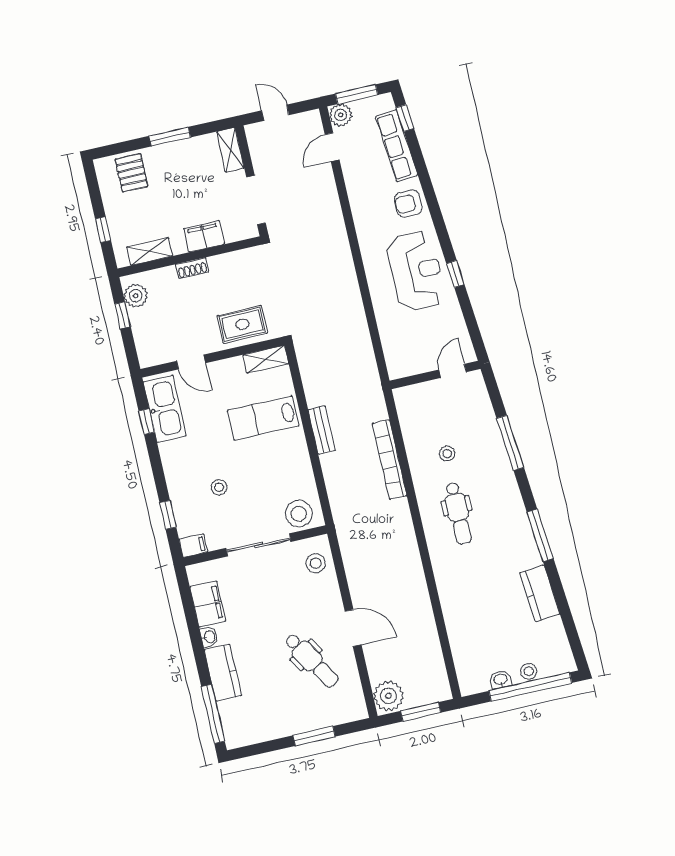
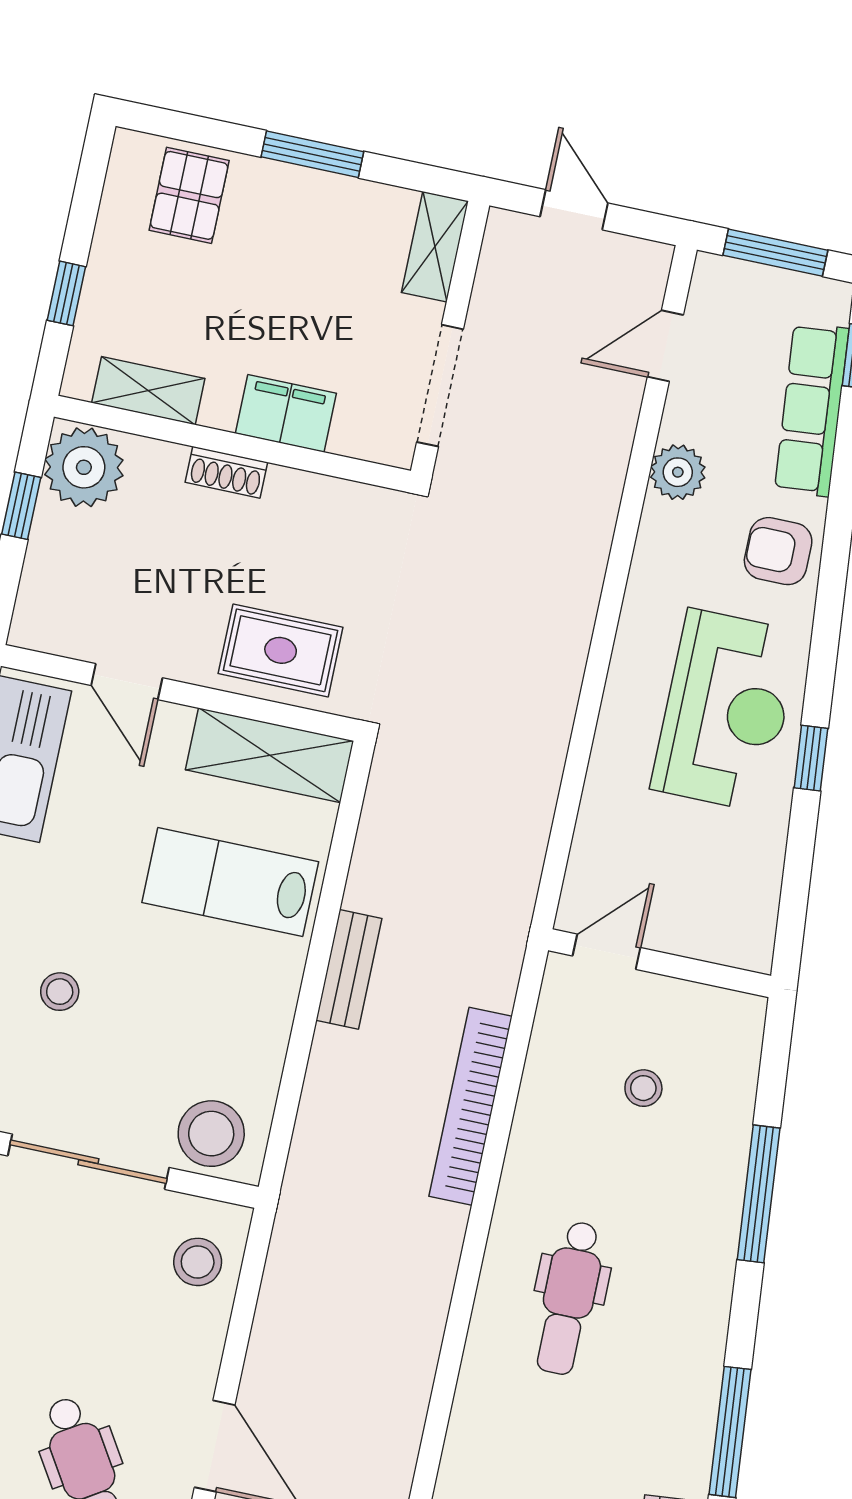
plant: (341, 115) -> (678, 472), moved
plant: (136, 296) -> (84, 467), width x1.36, depth x1.36
shelving: (266, 359) -> (270, 755), width x1.50, depth x1.33
door: (453, 371) -> (607, 952), moved
stool: (447, 454) -> (643, 1088), moved

